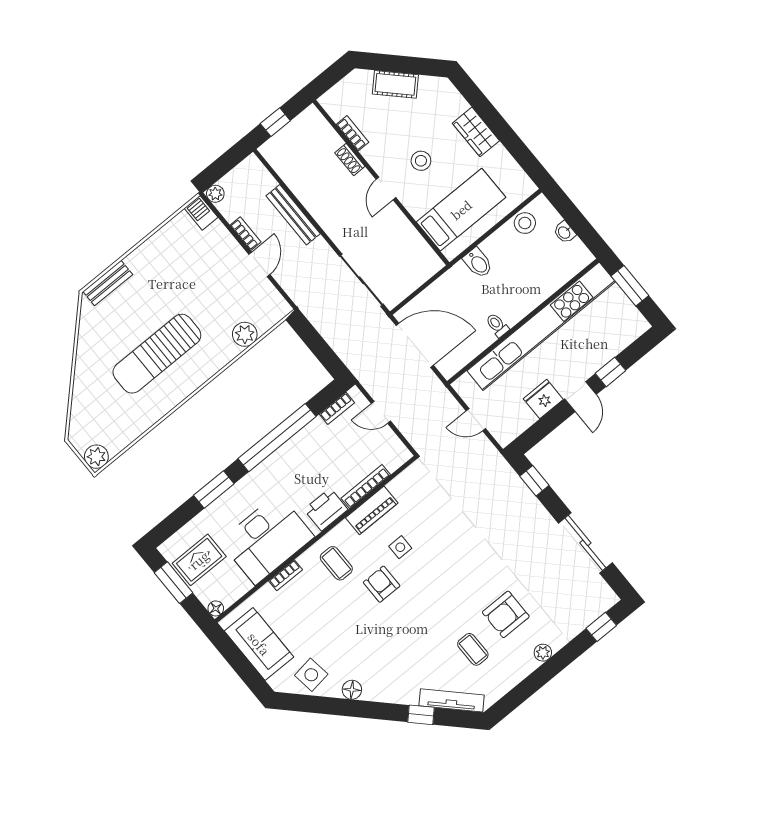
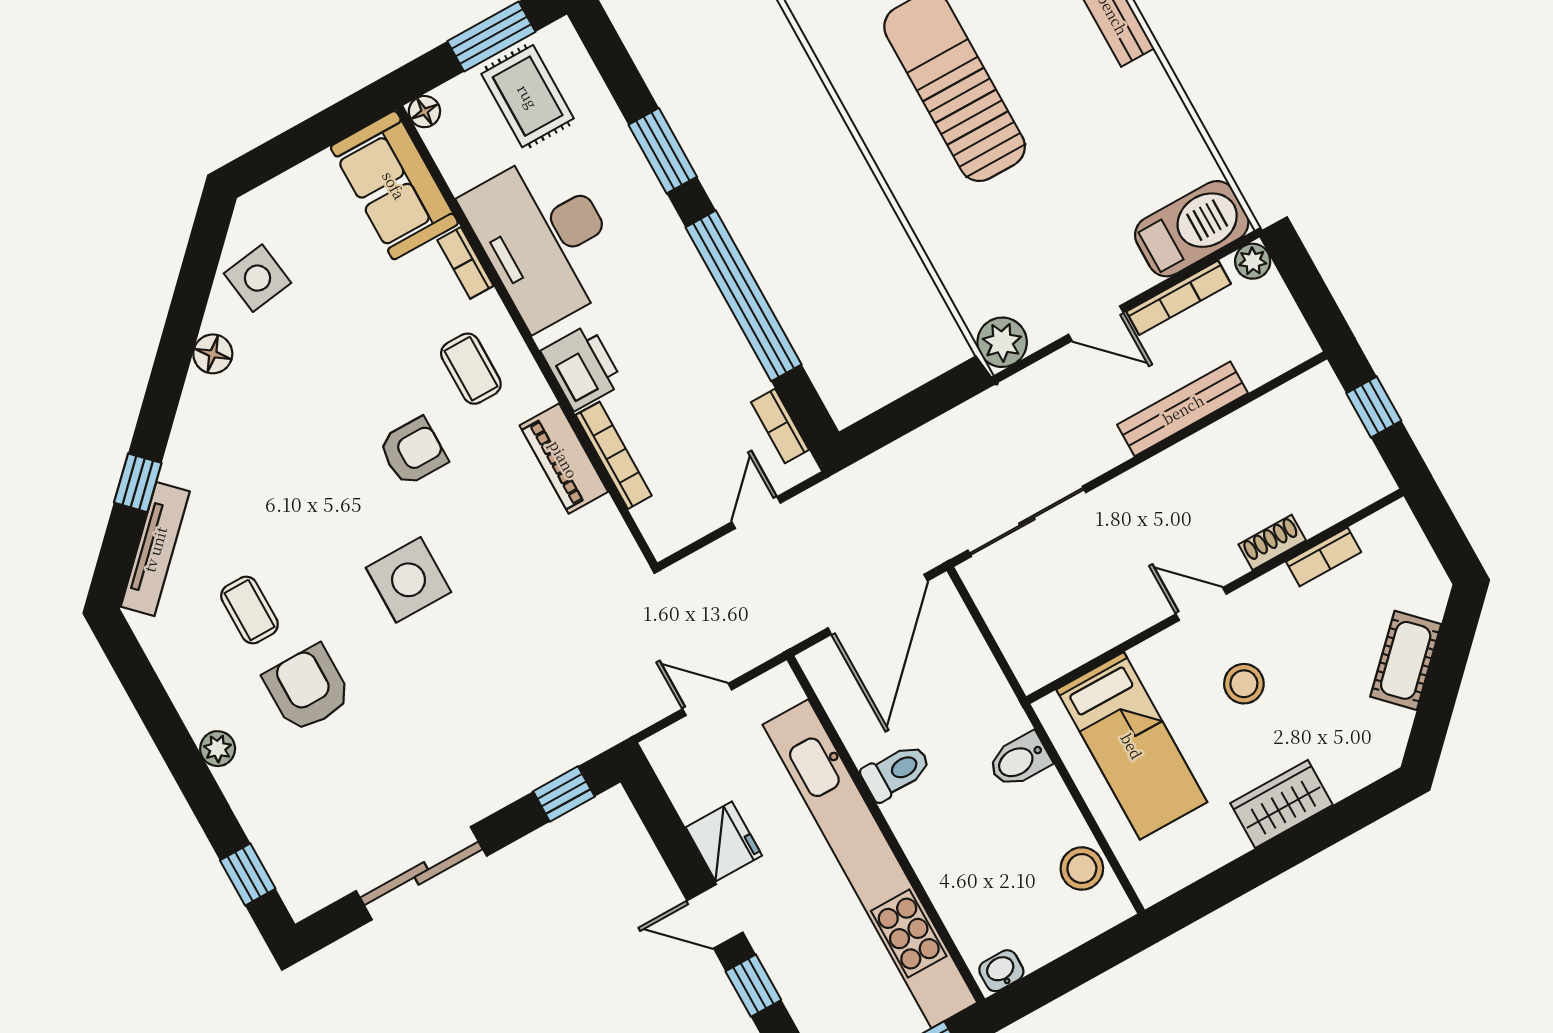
barbecue: (201, 213) -> (1192, 229), width x1.88, depth x1.53
washbasin: (564, 232) -> (1001, 971), moved
bookcase: (245, 234) -> (1179, 298), width x1.56
toilet: (497, 325) -> (896, 772), width x1.37, depth x1.39
plant: (245, 334) -> (1002, 342), moved
door: (476, 420) -> (707, 699), hinge flipped
side table: (400, 547) -> (408, 580), moved, width x1.87, depth x1.87
coffee table: (336, 563) -> (471, 369), turned 90
sofa: (259, 644) -> (394, 185), moved, turned 90
coffee table: (473, 649) -> (249, 610), turned 90

